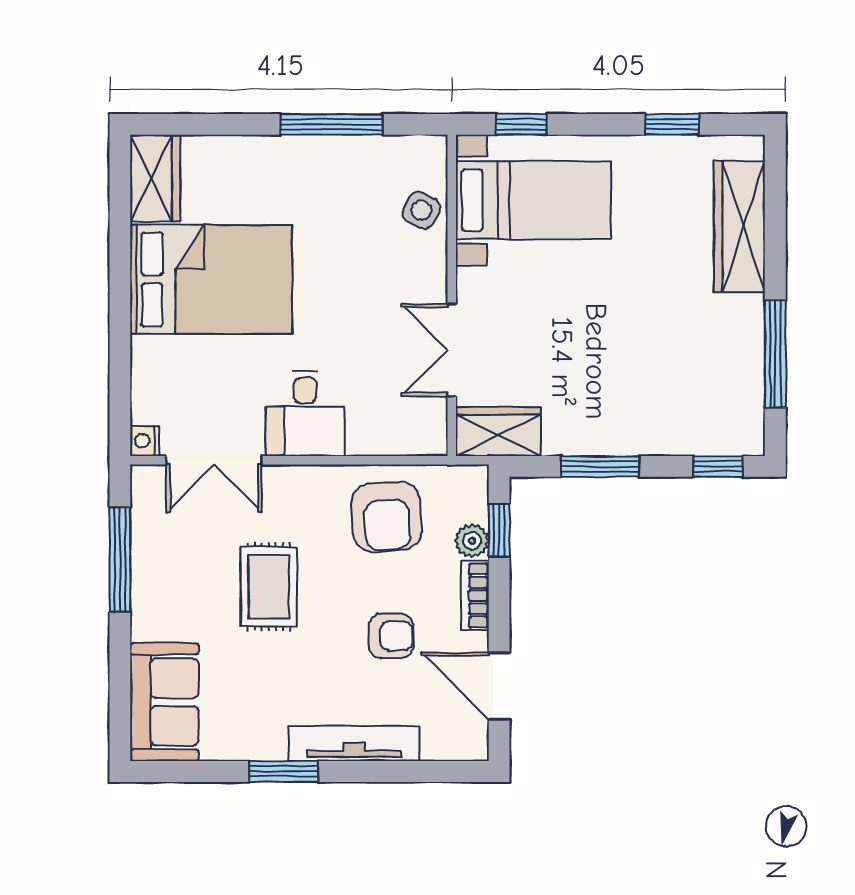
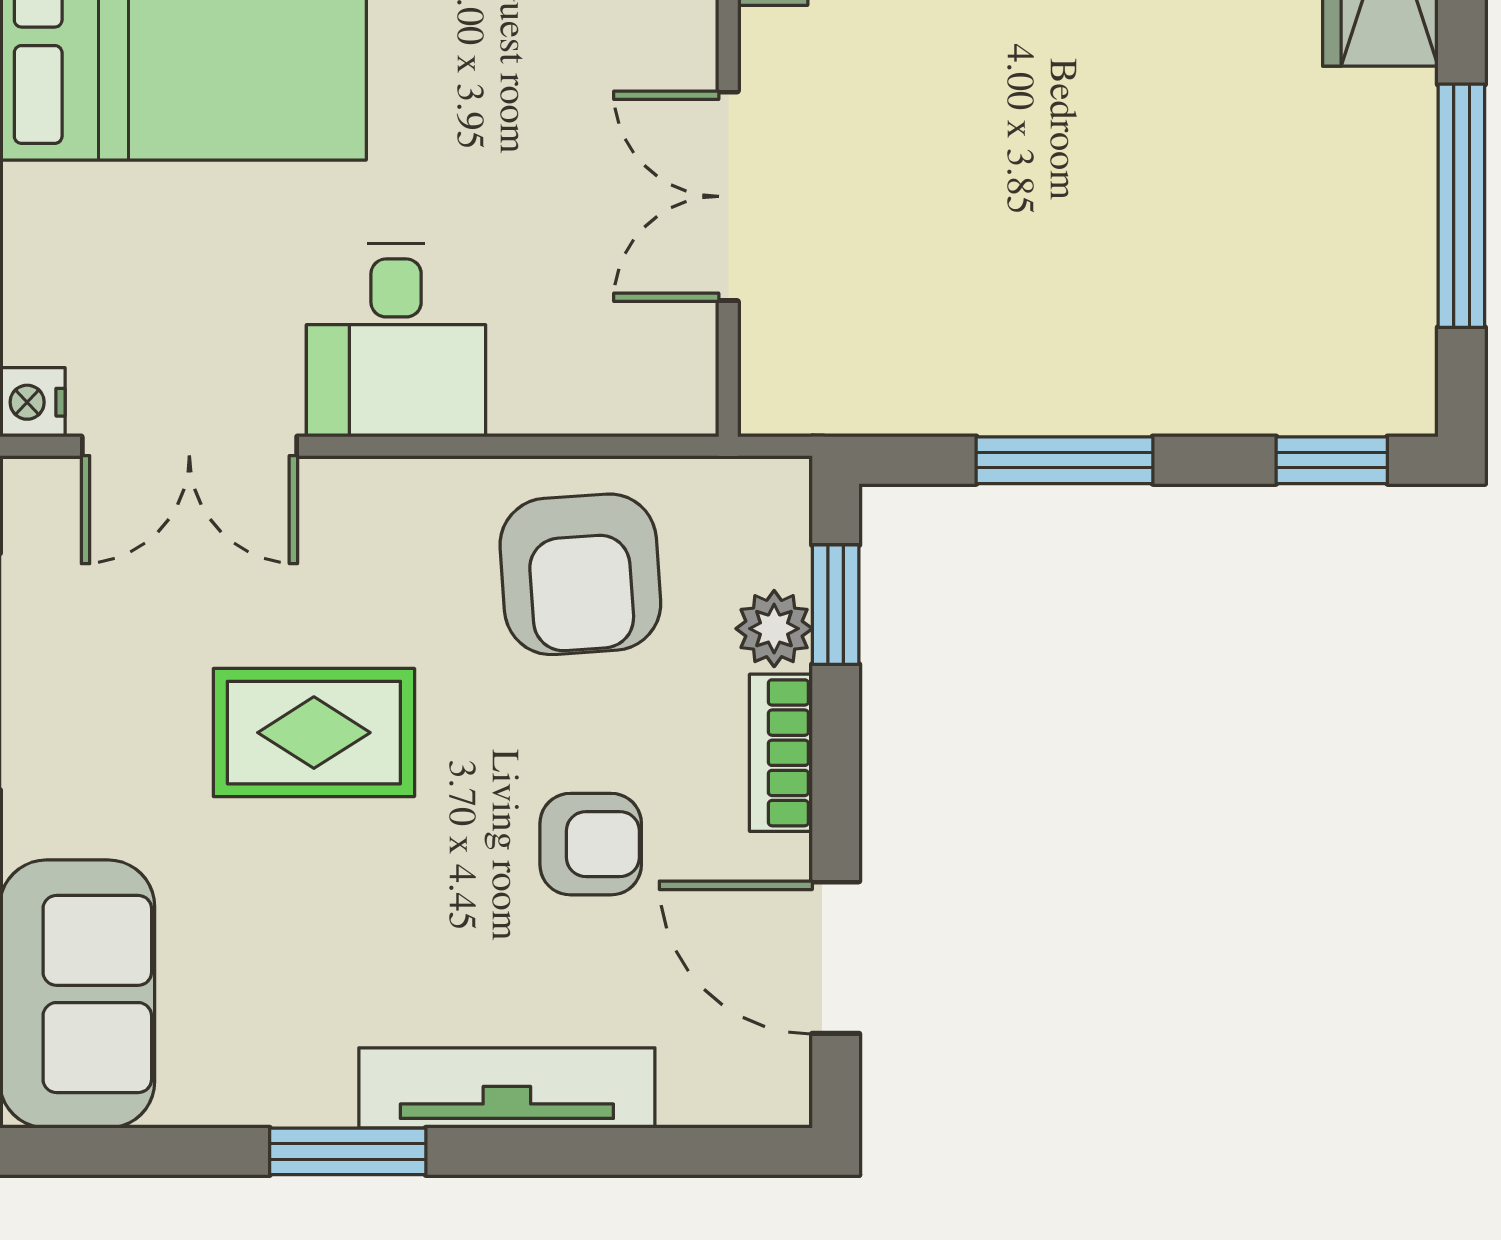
wardrobe: (498, 431) -> (834, 381), removed
rug: (269, 587) -> (314, 733), turned 90

